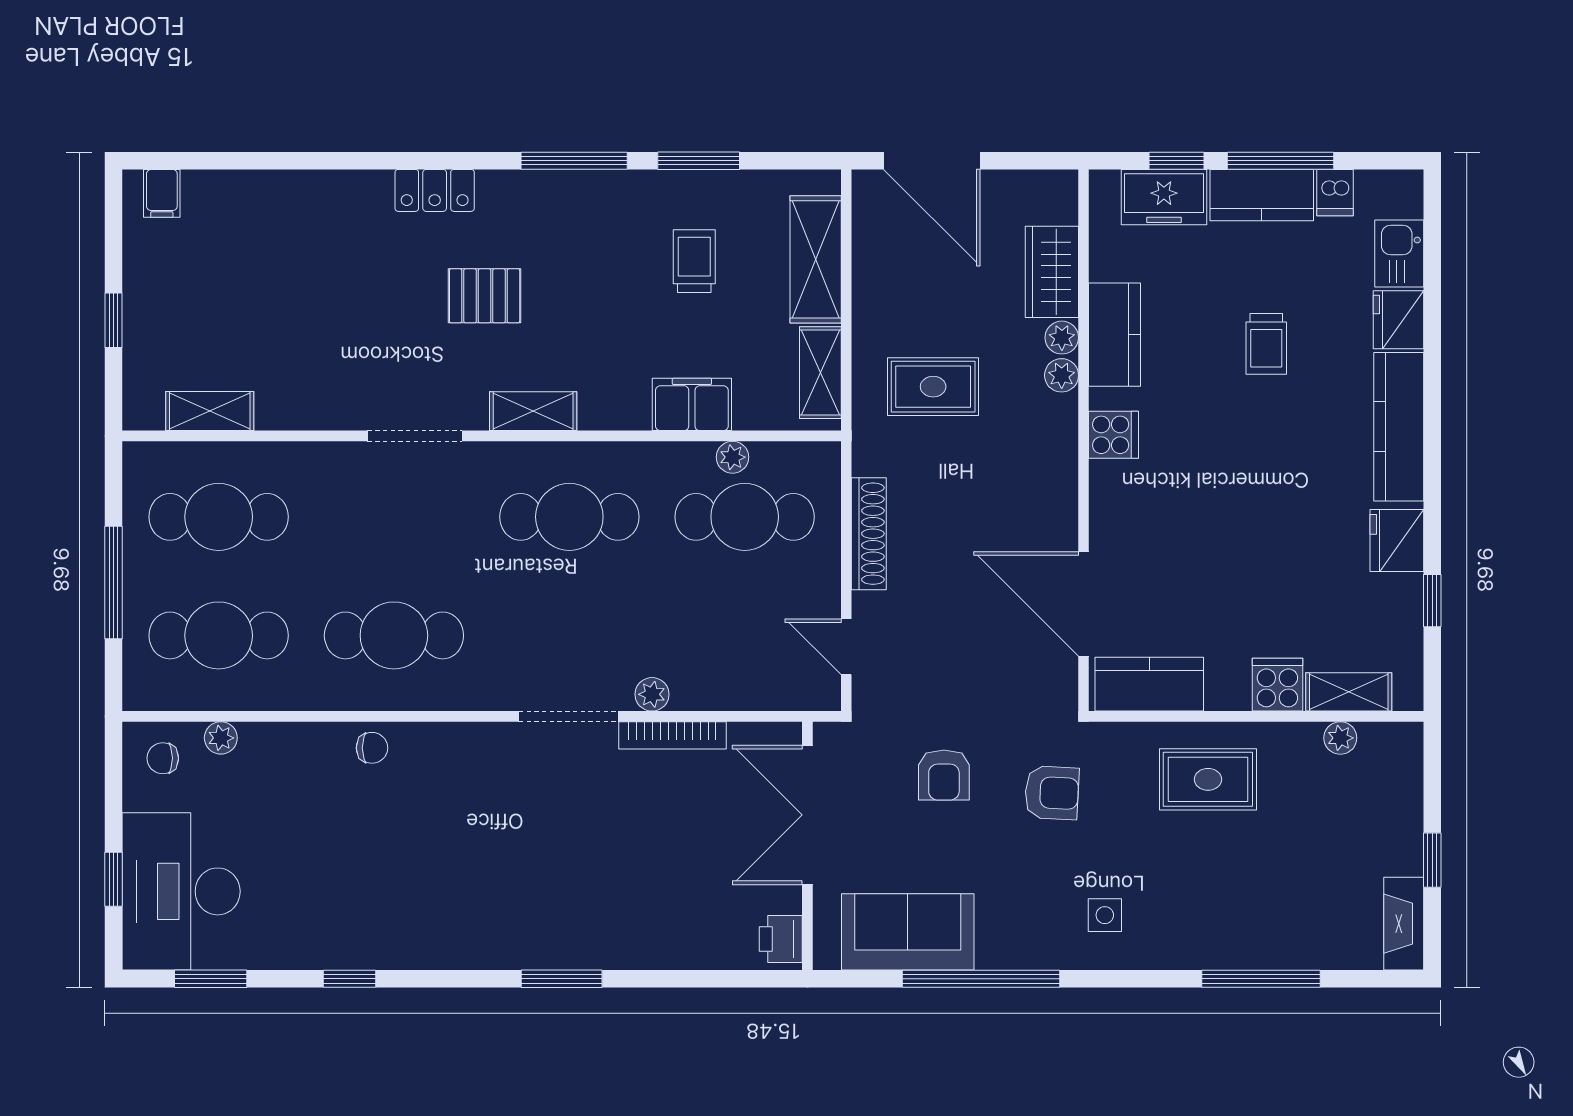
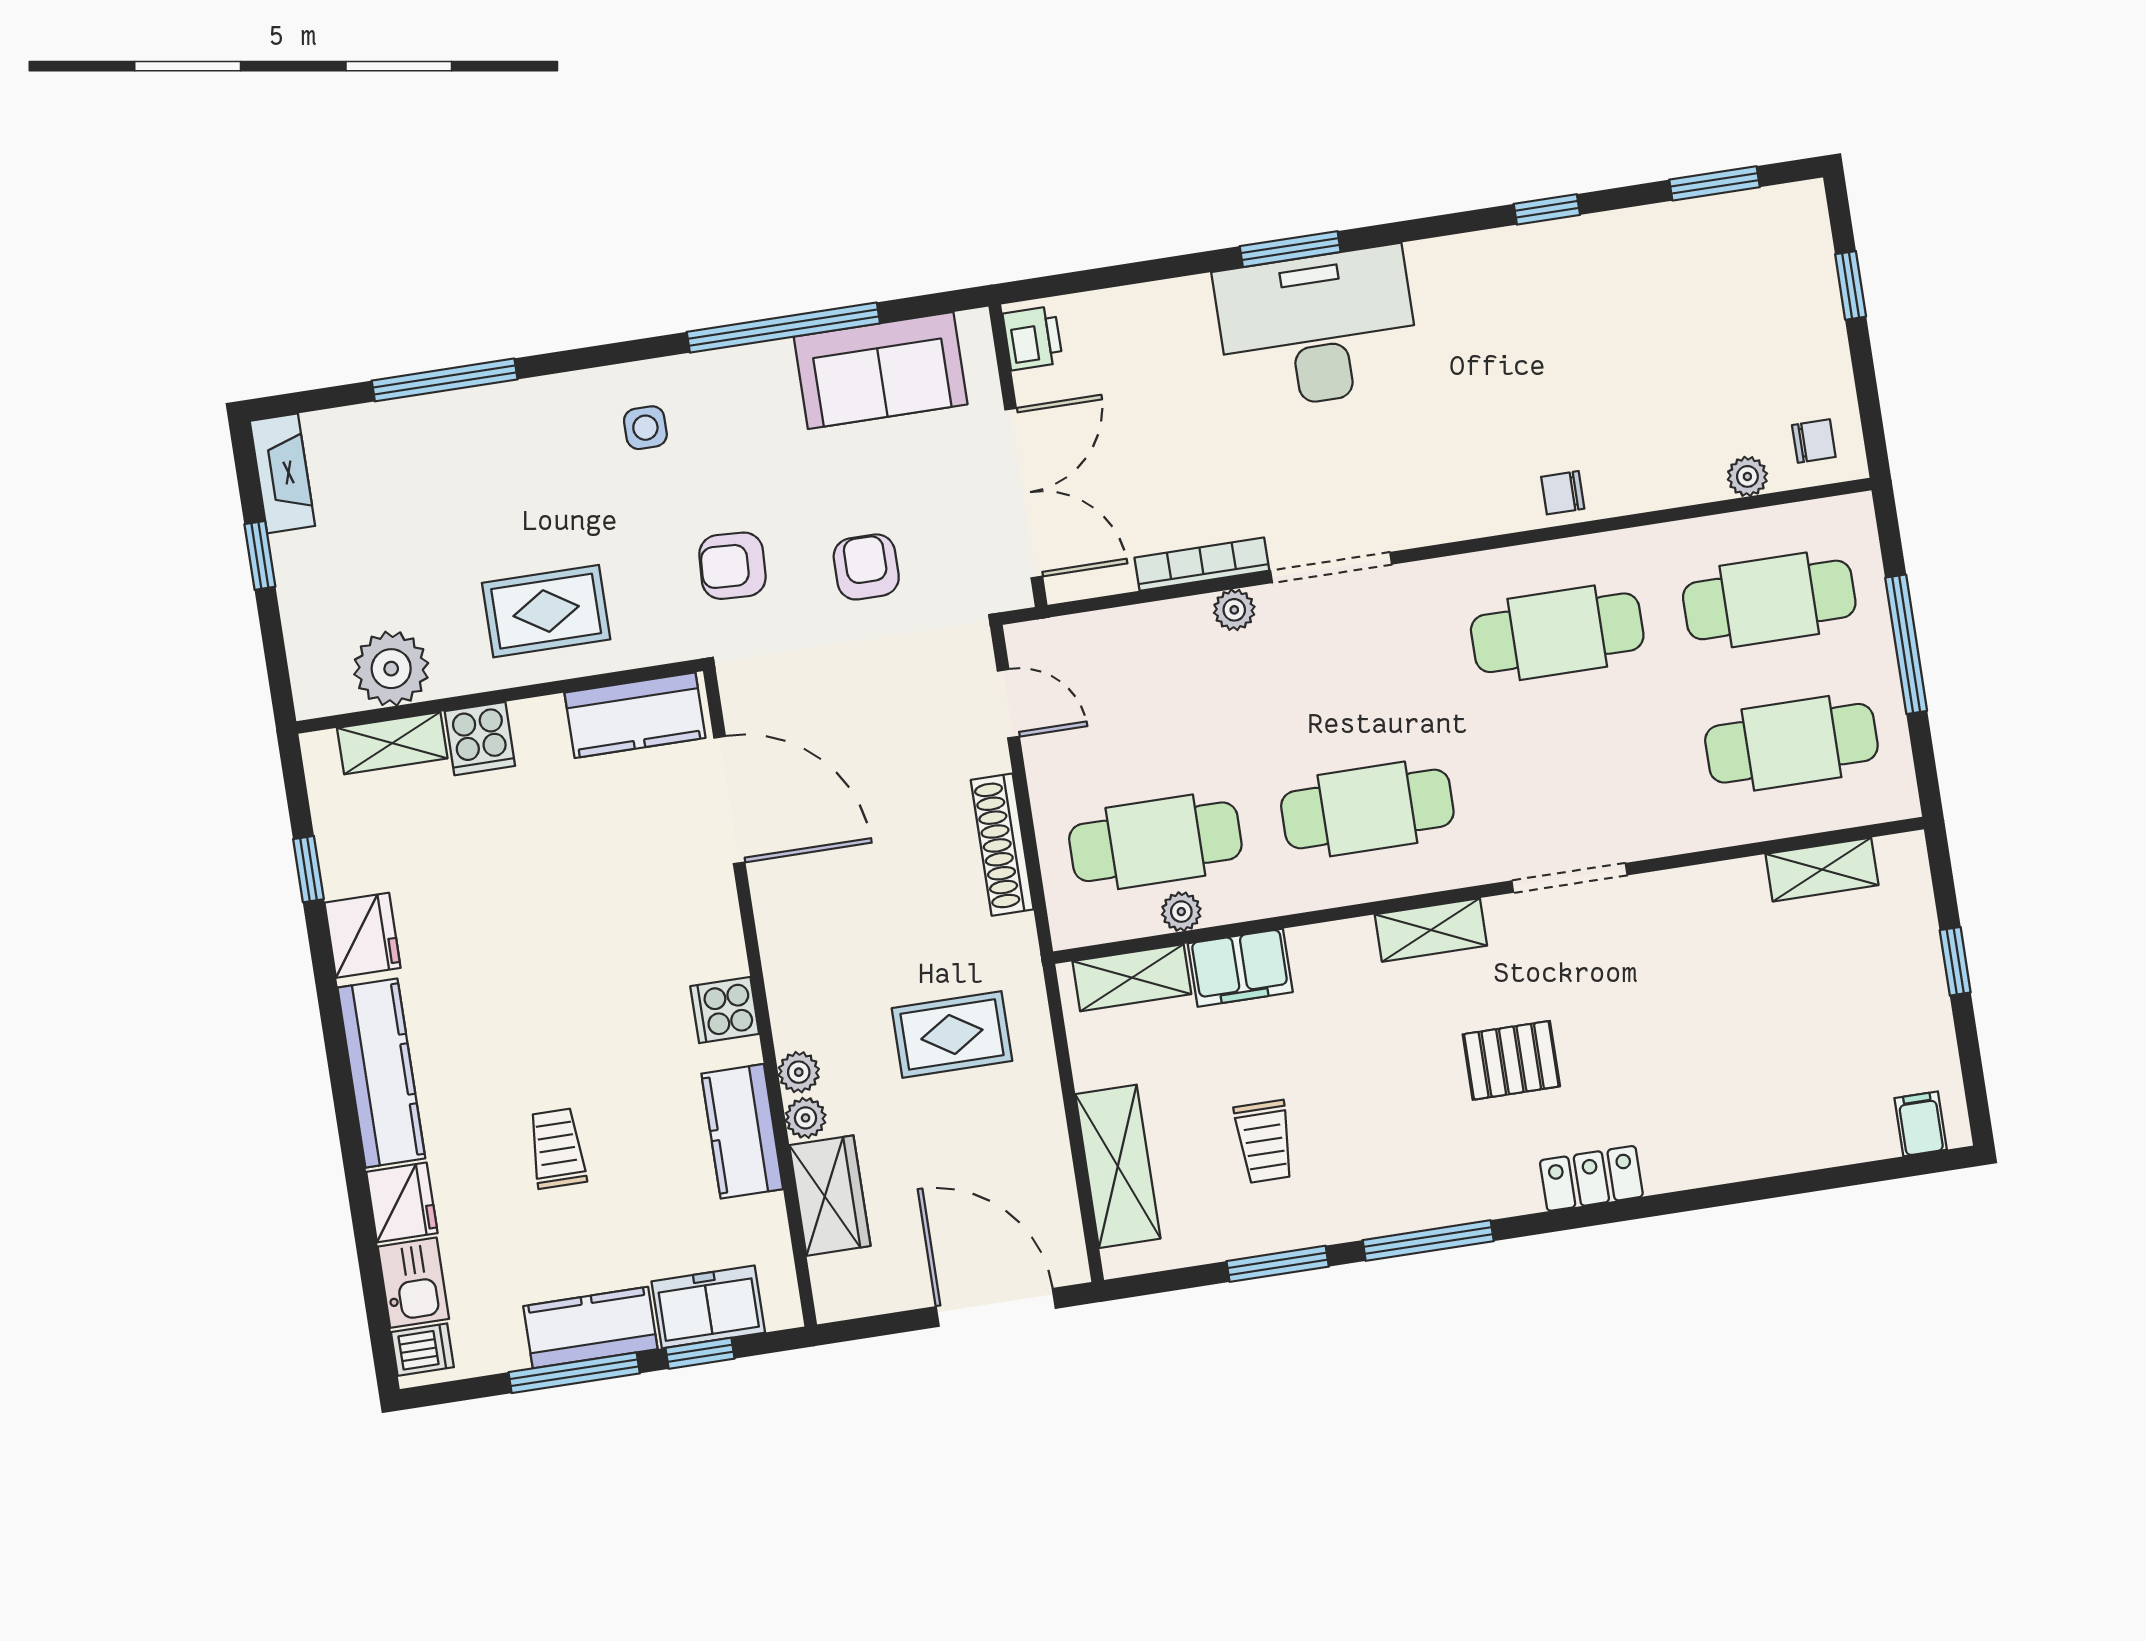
dishwasher: (1335, 193) -> (422, 1350), moved, turned 90
shelving: (820, 373) -> (1132, 978), moved, turned 90
plant: (1340, 738) -> (391, 669), width x1.88, depth x1.88
desk: (181, 891) -> (1317, 329), moved, turned -90

